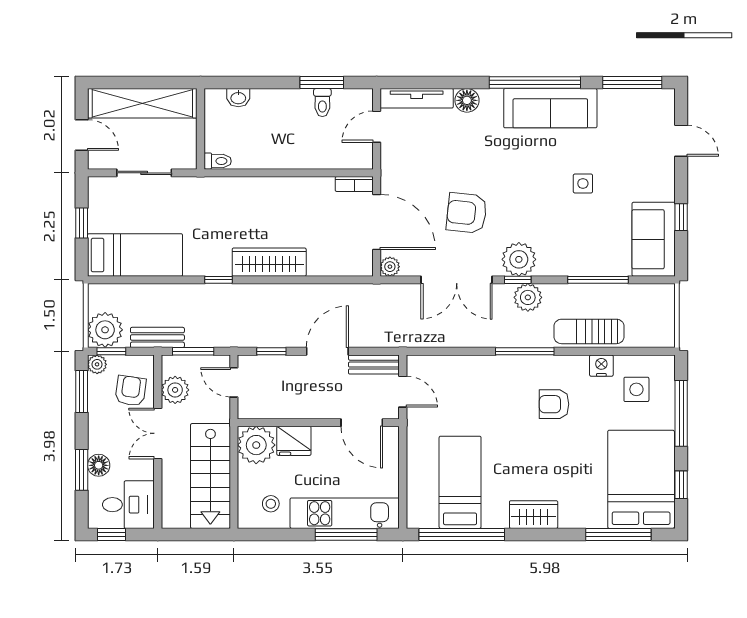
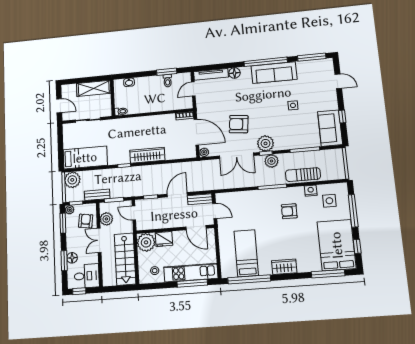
shelving: (142, 103) -> (94, 88), width x0.68
window: (82, 223) -> (60, 145), removed
plant: (105, 330) -> (72, 180), moved

